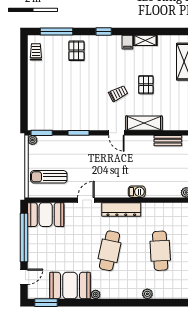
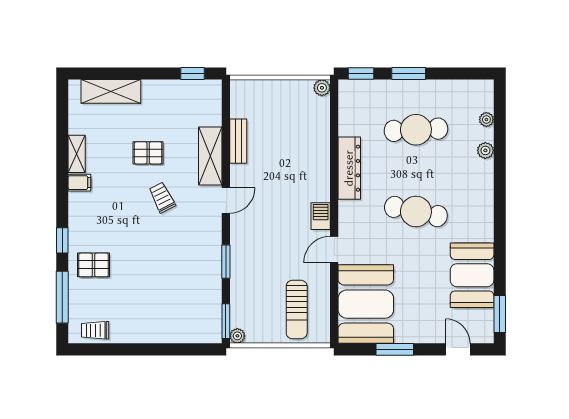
window: (104, 32) -> (62, 240), moved
bench: (168, 141) -> (238, 141), moved
barbecue: (137, 192) -> (321, 216), moved
door: (86, 200) -> (334, 250), hinge flipped
dresser: (121, 209) -> (349, 168), moved
booth: (46, 215) -> (366, 304), width x1.36, depth x1.42
window: (24, 238) -> (395, 349), width x0.47
plant: (96, 294) -> (486, 120), moved

